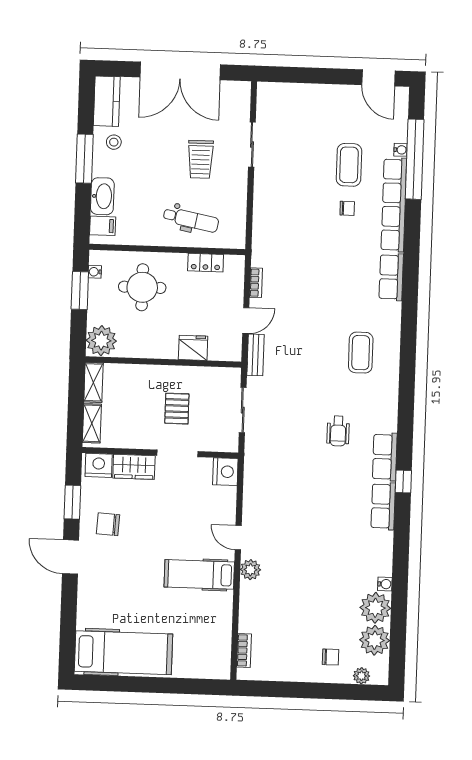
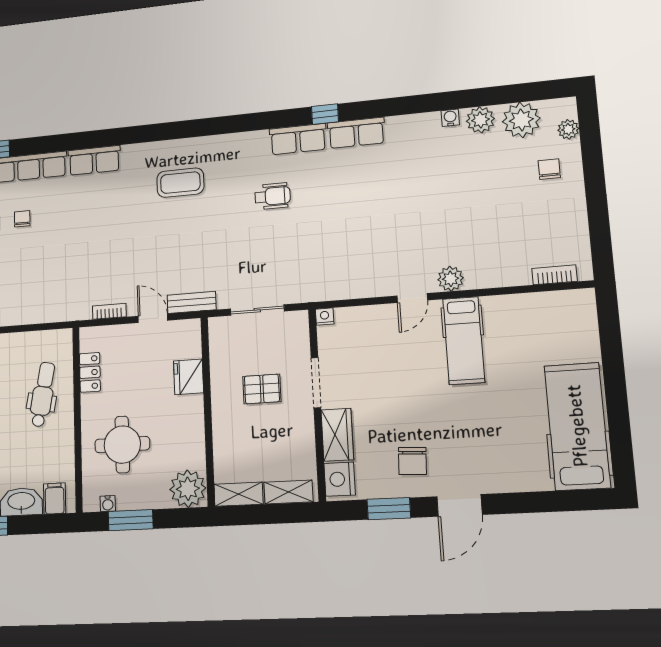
nightstand: (225, 472) -> (325, 317), width x0.53, depth x0.56
plant: (375, 608) -> (480, 120), width x0.73, depth x0.73

